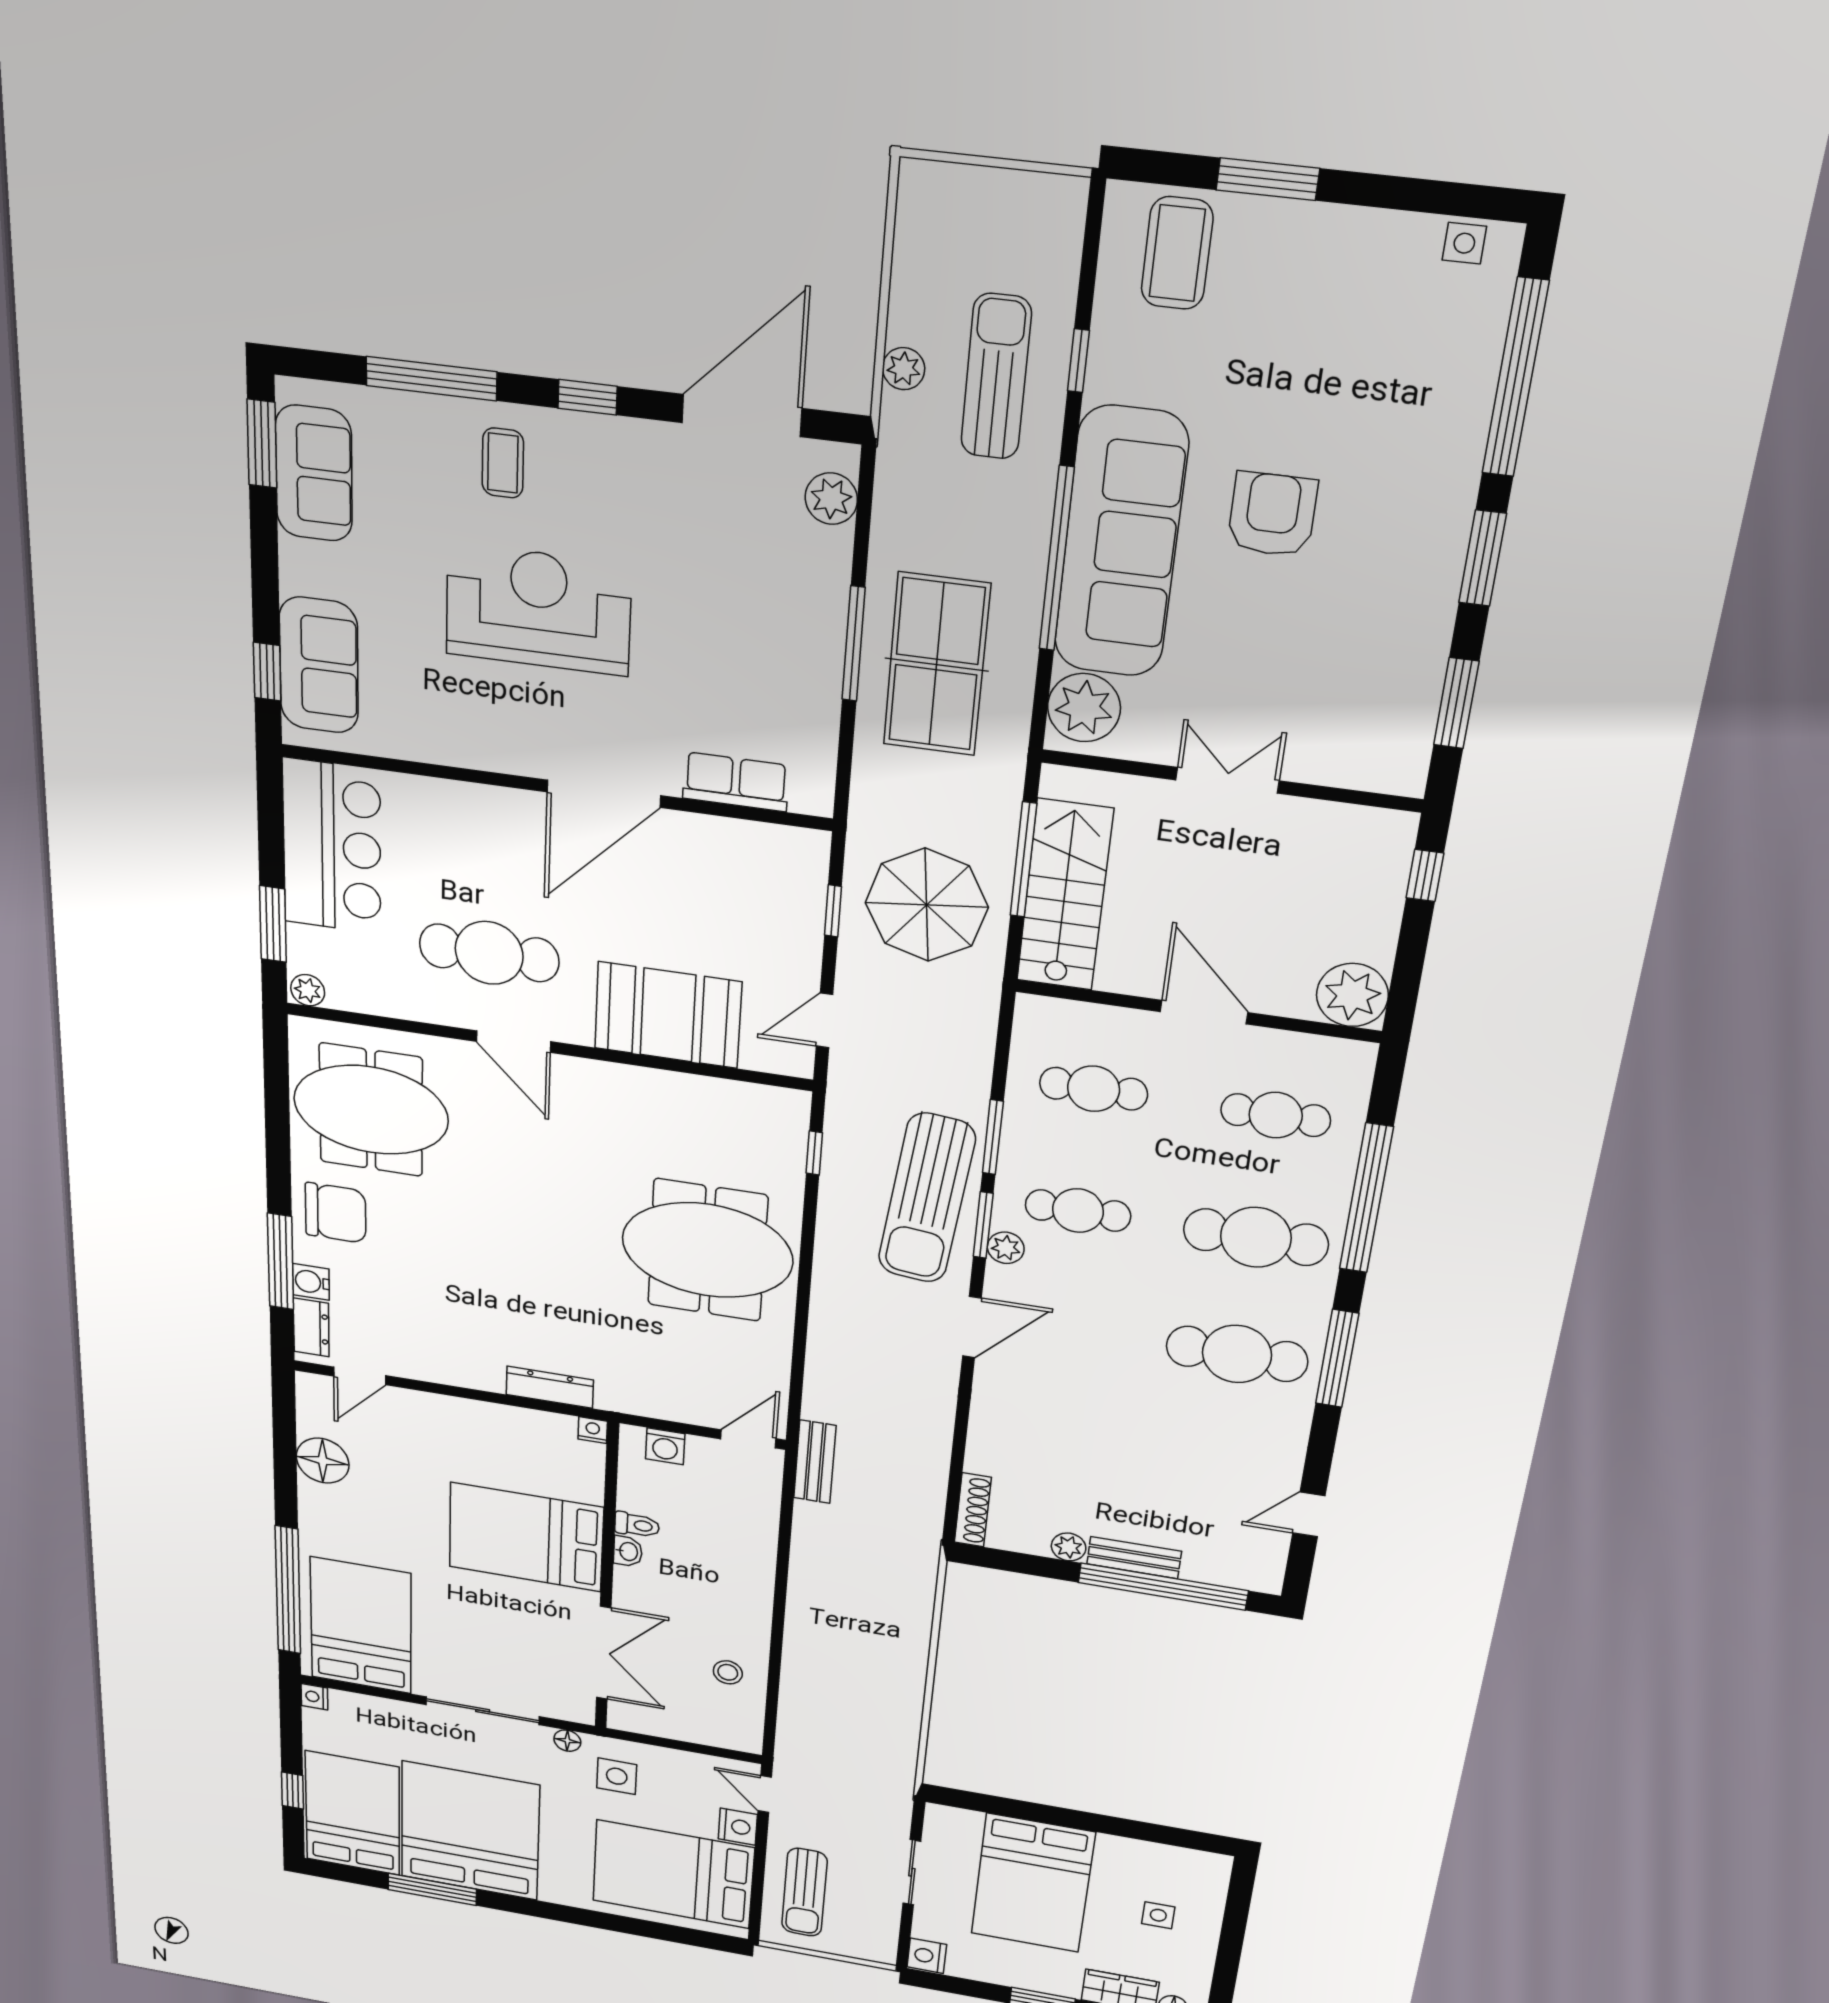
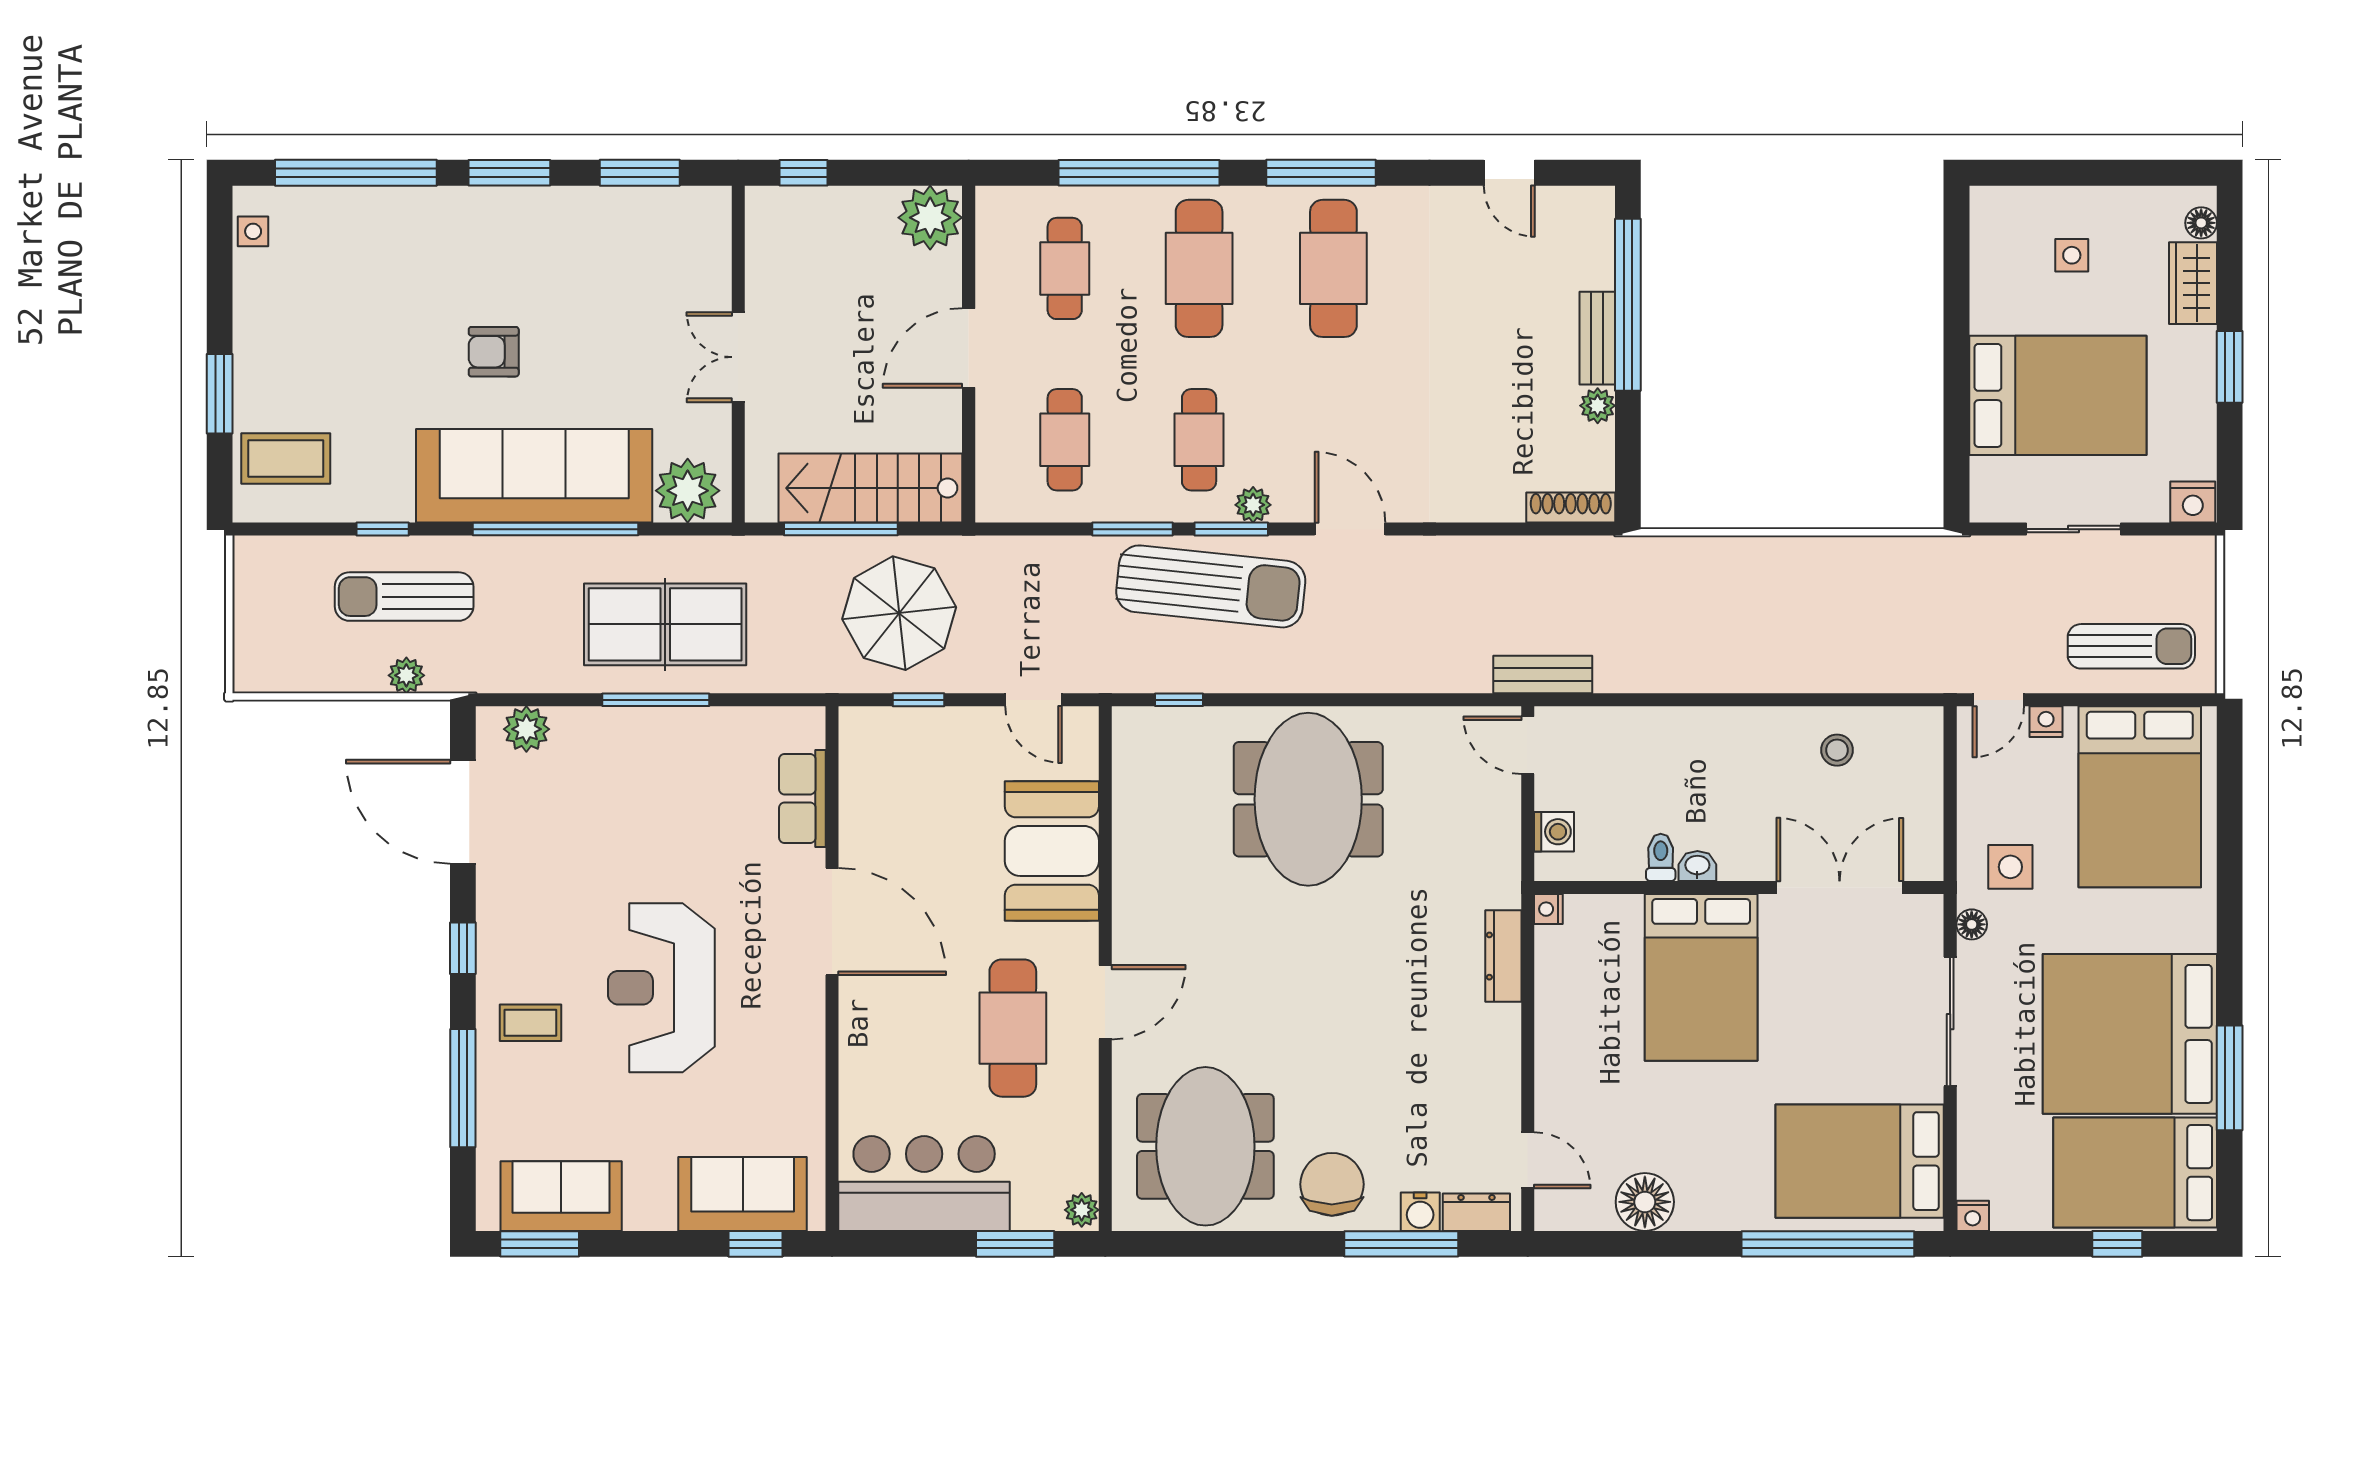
armchair: (1272, 514) -> (494, 352), width x0.72, depth x0.72
nightstand: (738, 1827) -> (2046, 722), width x0.72, depth x0.74

